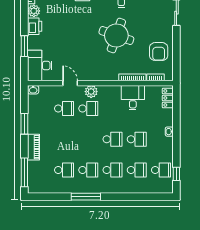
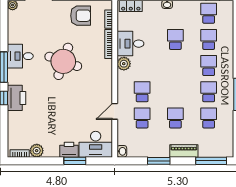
printer: (35, 26) -> (69, 150), moved
plant: (91, 92) -> (124, 64), moved
school desk: (112, 139) -> (175, 118), moved

